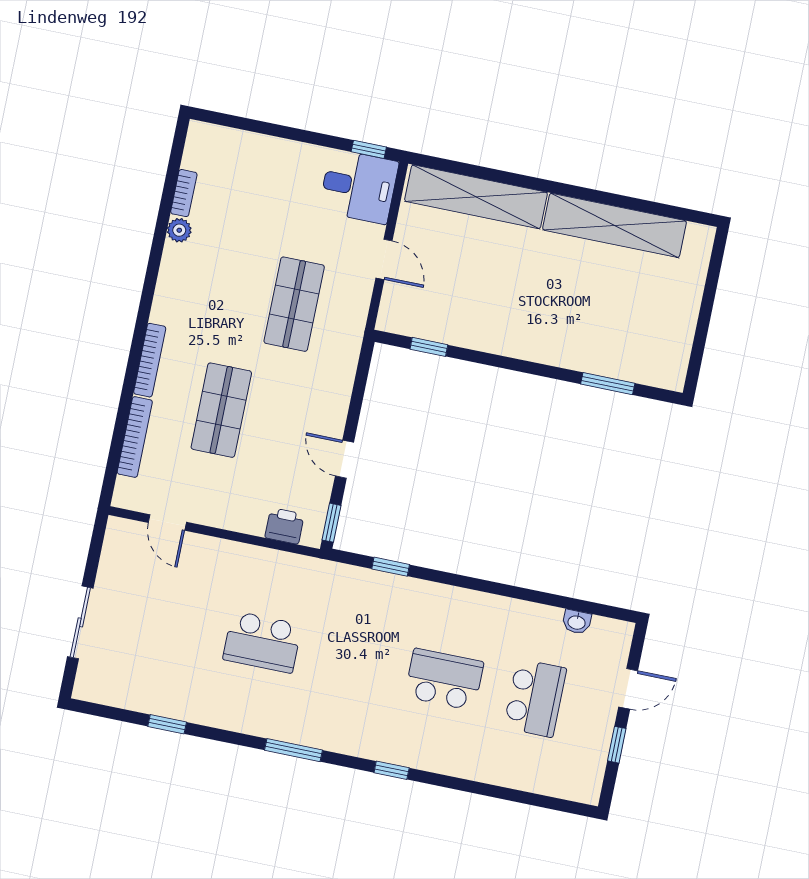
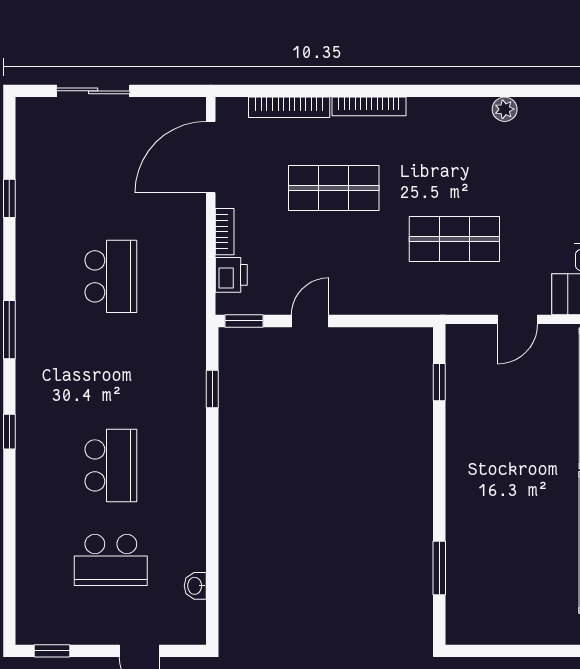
bookcase: (184, 193) -> (225, 232), moved, turned -90
door: (167, 522) -> (211, 157), width x1.87
school desk: (262, 642) -> (111, 276), turned 180
window: (617, 745) -> (52, 651), moved

